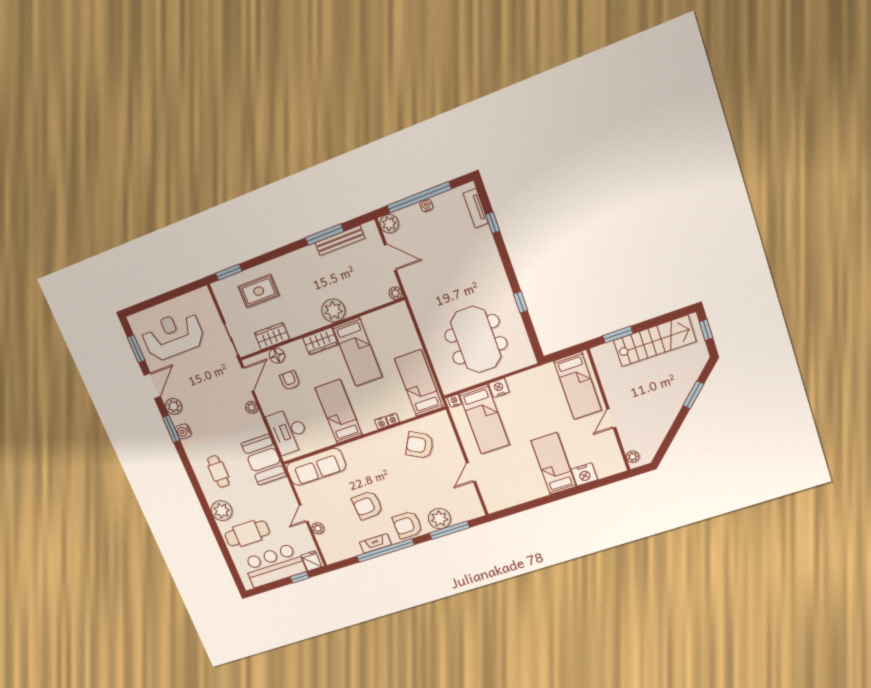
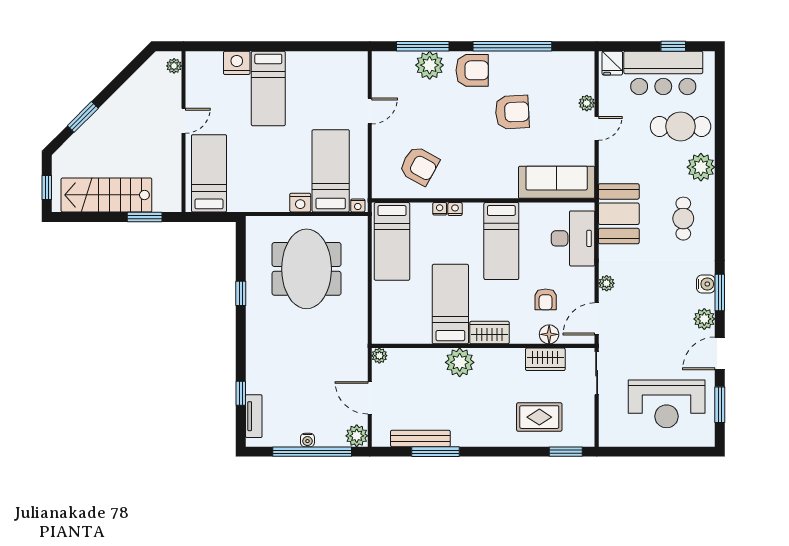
fireplace: (375, 543) -> (521, 59), removed
window: (300, 577) -> (673, 46), moved

